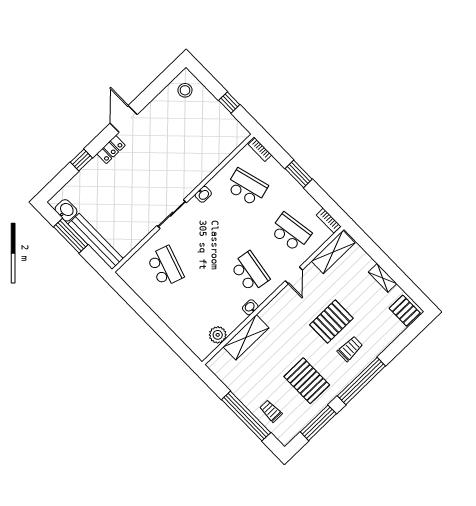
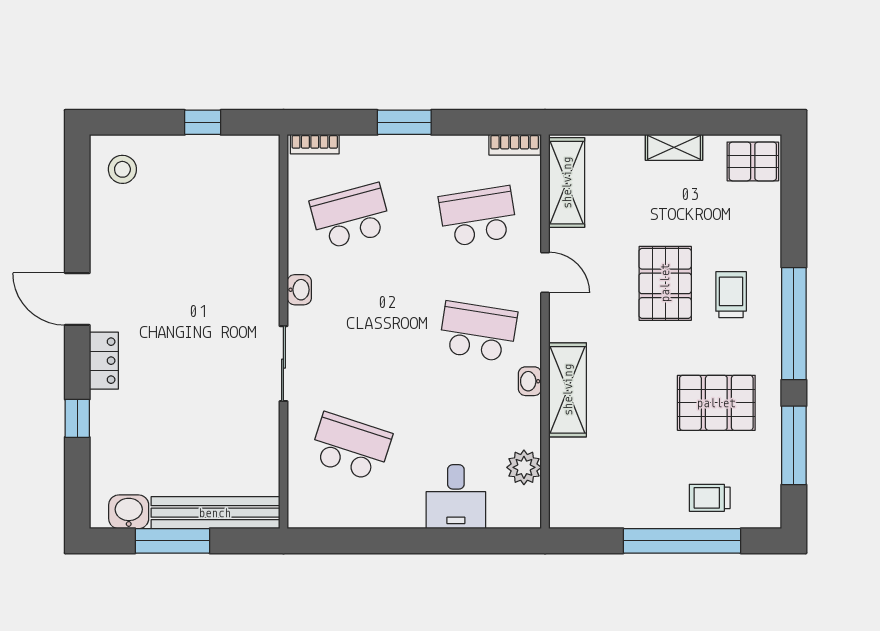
desk: (184, 321) -> (456, 497), added
shelving: (246, 337) -> (568, 390), moved

